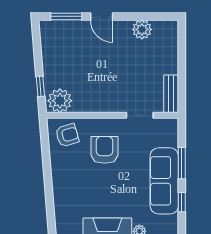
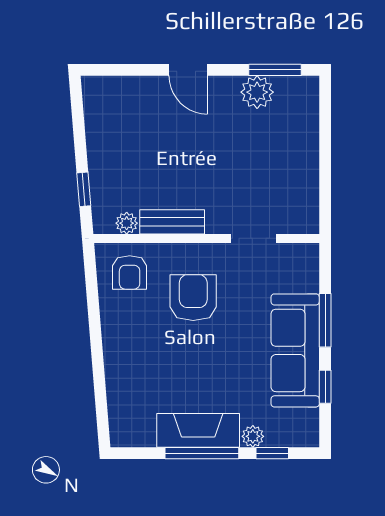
window: (66, 16) -> (275, 70), moved
bench: (171, 94) -> (172, 222), moved, turned 90
plant: (60, 101) -> (127, 223), width x0.53, depth x0.53
armchair: (67, 135) -> (130, 272), turned 106

